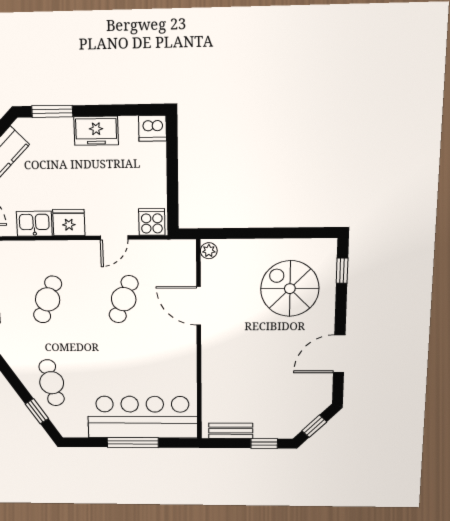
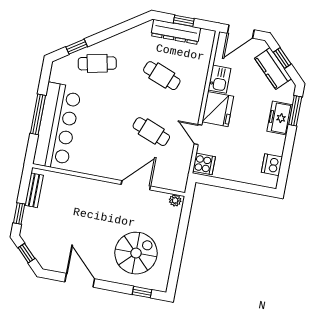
dishwasher: (153, 128) -> (272, 165), moved
freezer: (96, 131) -> (280, 118), moved
fridge: (69, 223) -> (218, 109), width x1.36, depth x1.34

